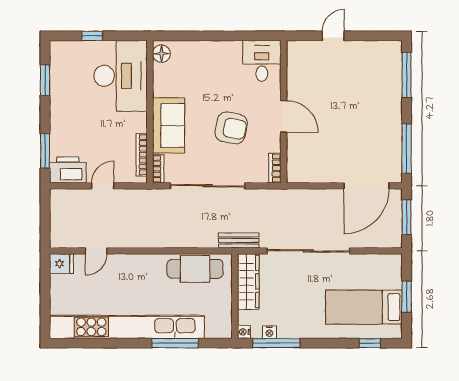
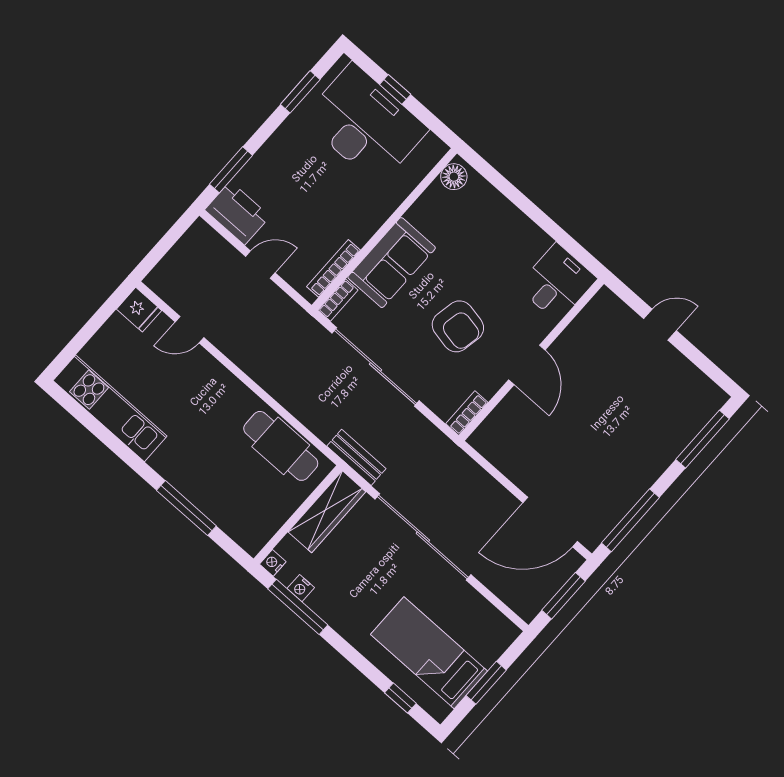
desk: (121, 76) -> (365, 124), moved, turned -90
kitchen unit: (127, 327) -> (110, 408), width x0.54

